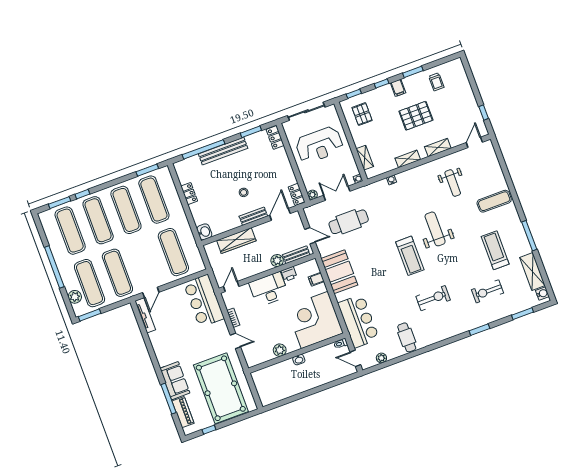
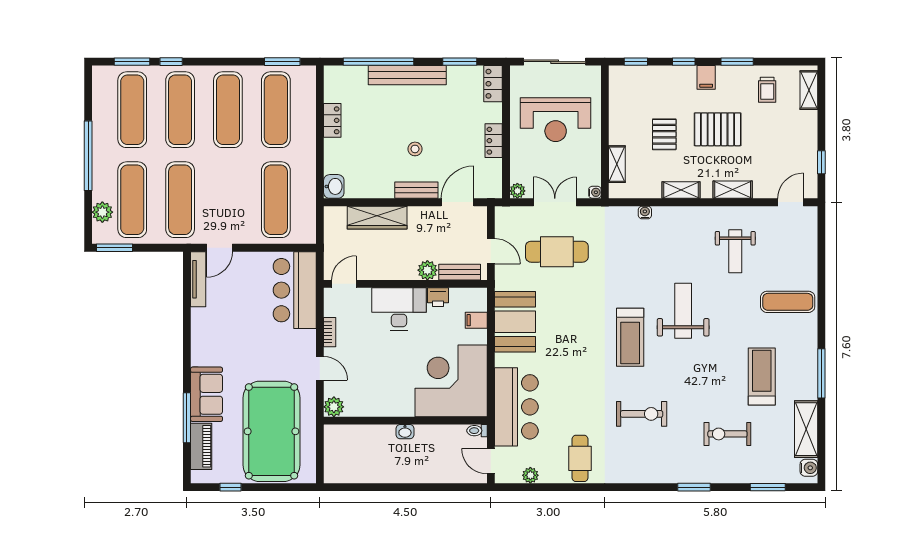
shelving: (461, 73) -> (809, 90), added
pallet: (362, 114) -> (664, 134), moved
locker: (297, 194) -> (494, 141), moved
plant: (280, 350) -> (334, 407), moved

